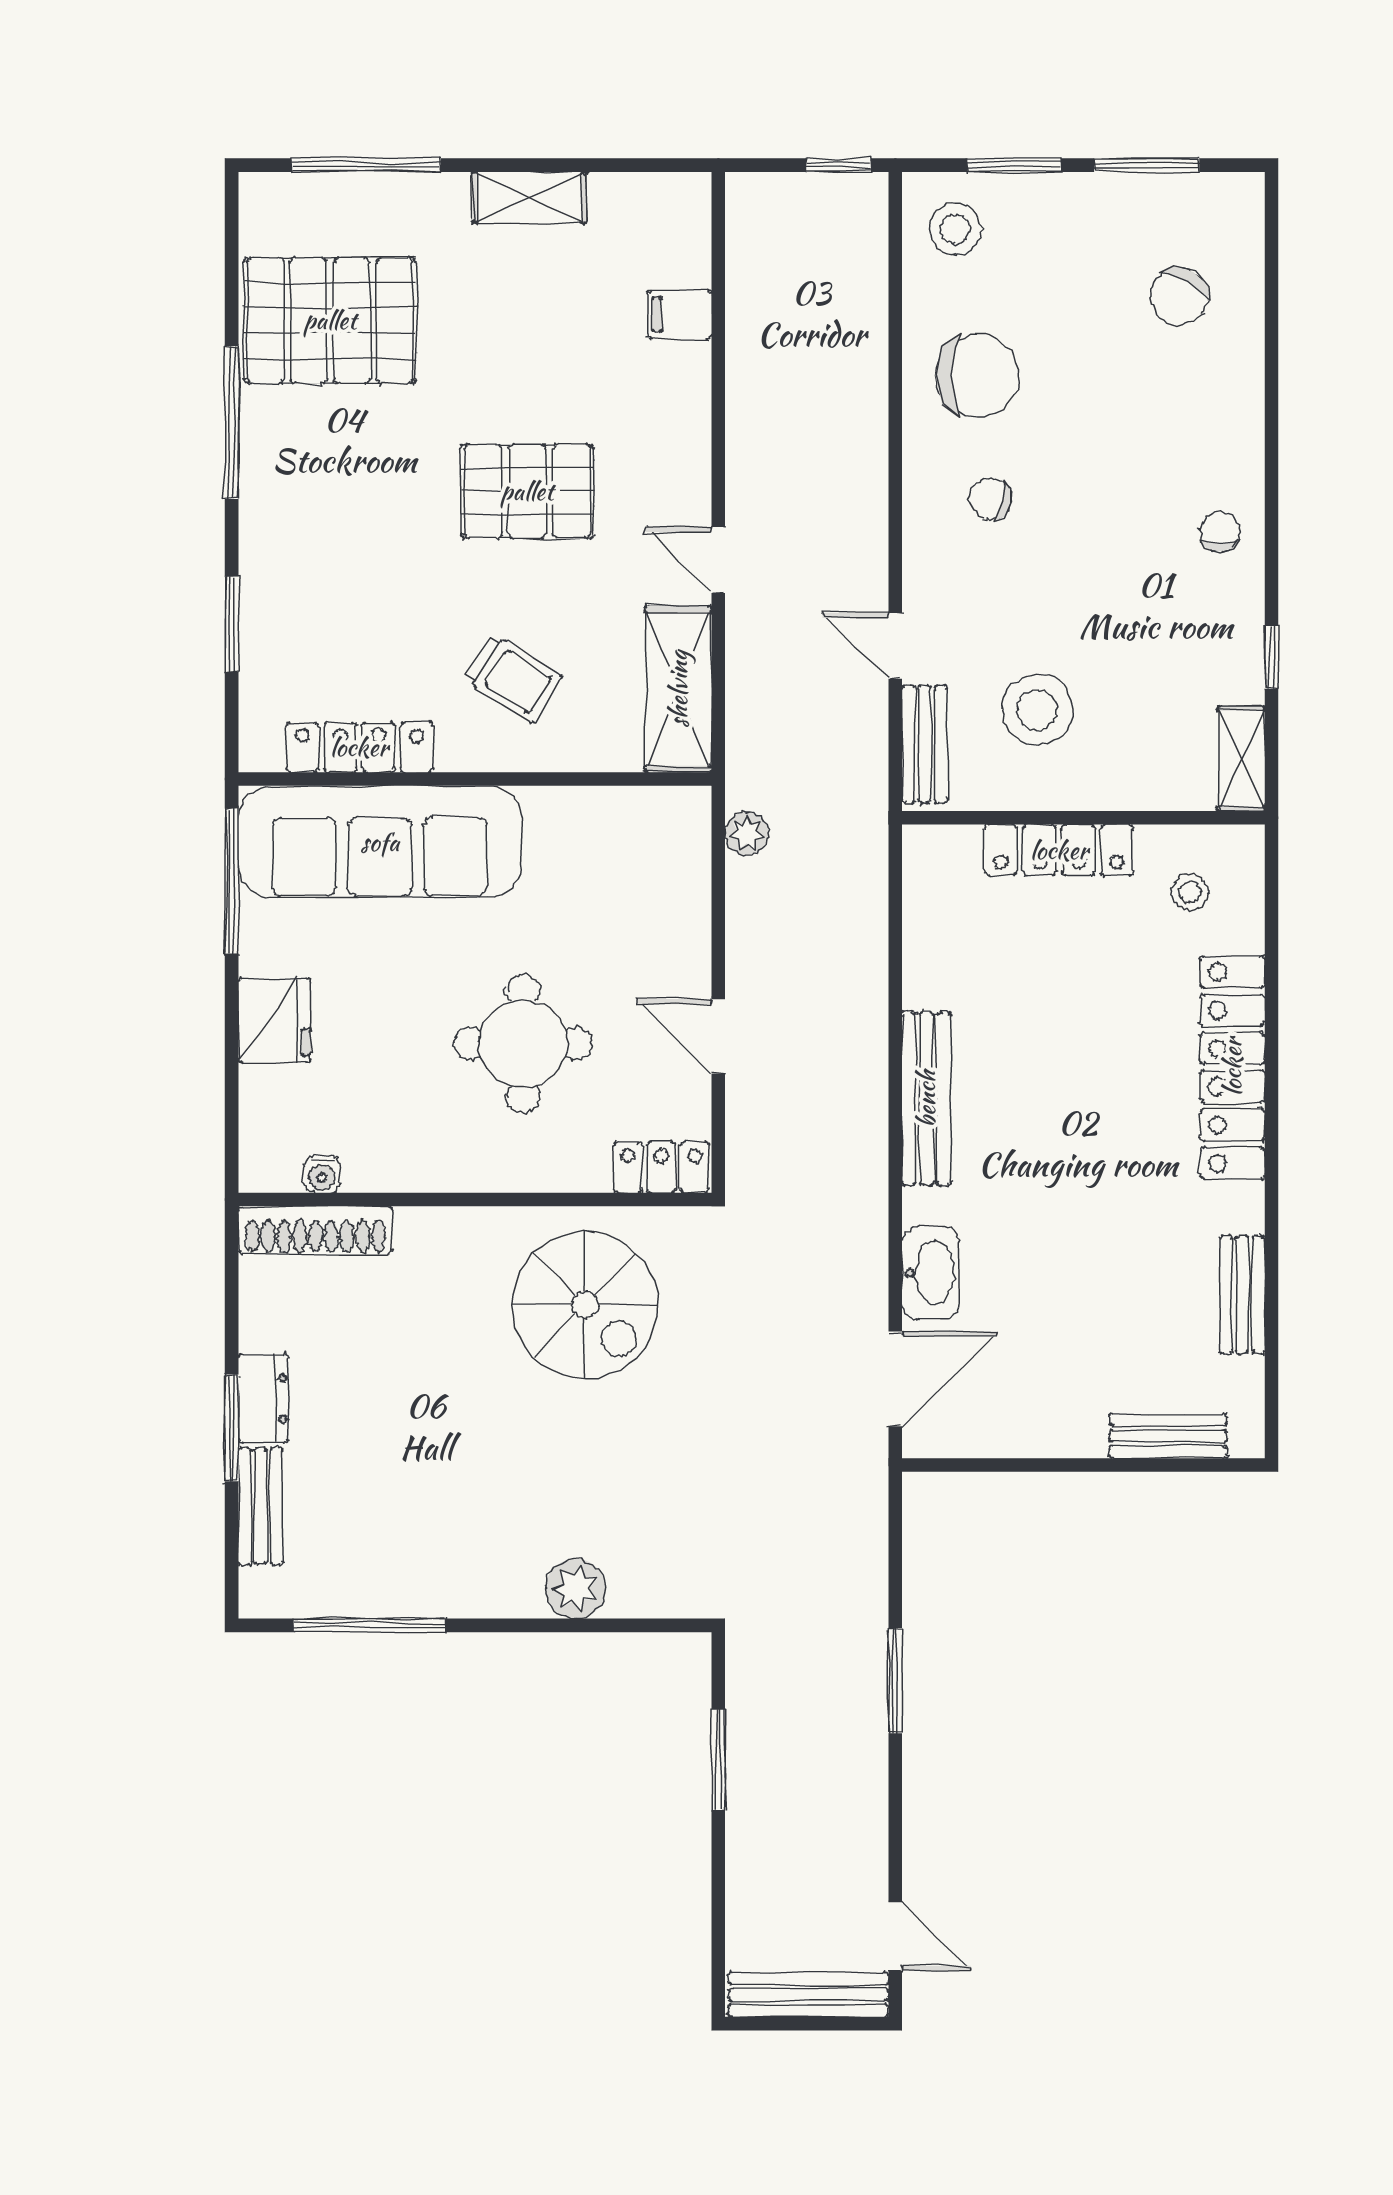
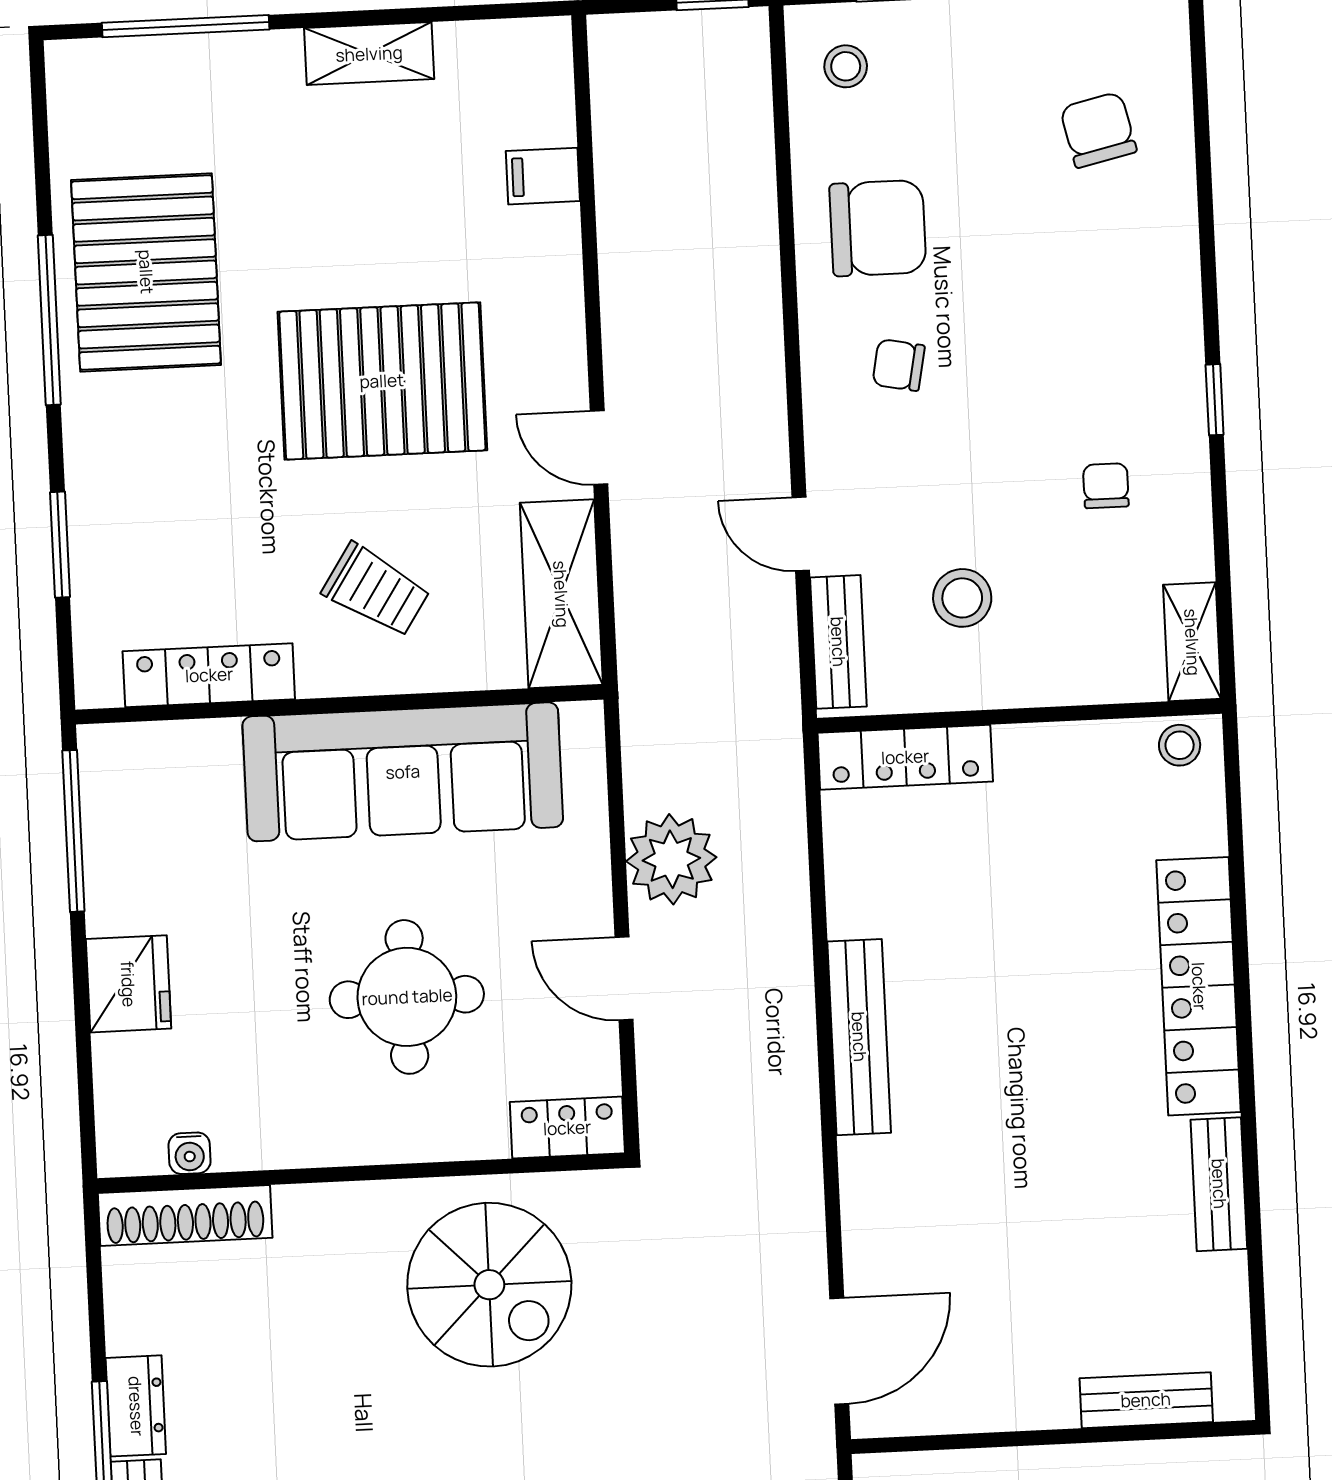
stool: (955, 229) -> (846, 66), width x0.73, depth x0.73
chair: (1179, 296) -> (1098, 130), turned 136
pallet: (330, 320) -> (146, 272), moved, turned 90
pallet: (527, 491) -> (382, 381), width x1.37, depth x1.41
chair: (1220, 532) -> (1106, 486), moved
window: (1271, 657) -> (1215, 400), moved
stool: (1037, 710) -> (962, 598), width x0.73, depth x0.73
plant: (747, 833) -> (671, 859), moved, width x1.87, depth x1.87
sofa: (380, 842) -> (403, 772), moved
locker: (1059, 850) -> (905, 757), moved
stool: (1190, 892) -> (1180, 745), moved
washbasin: (930, 1273) -> (873, 1231), removed
bench: (1242, 1295) -> (1219, 1184), moved

